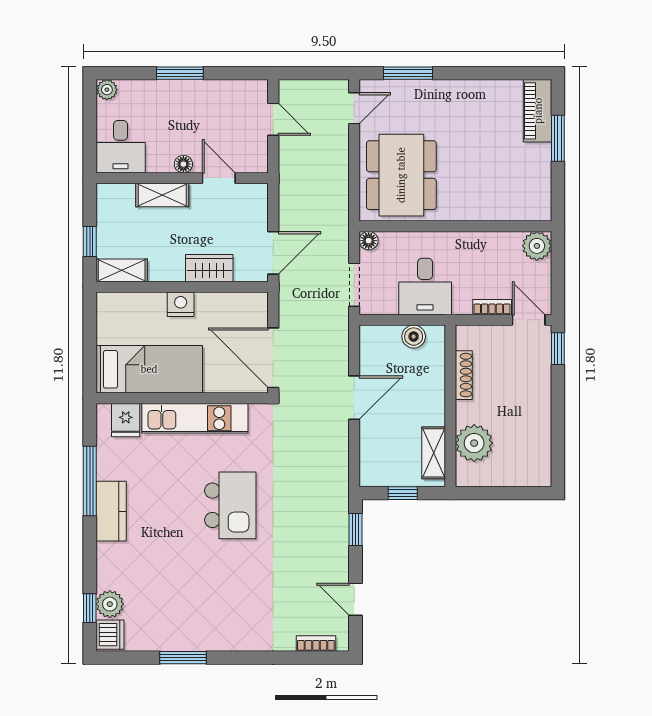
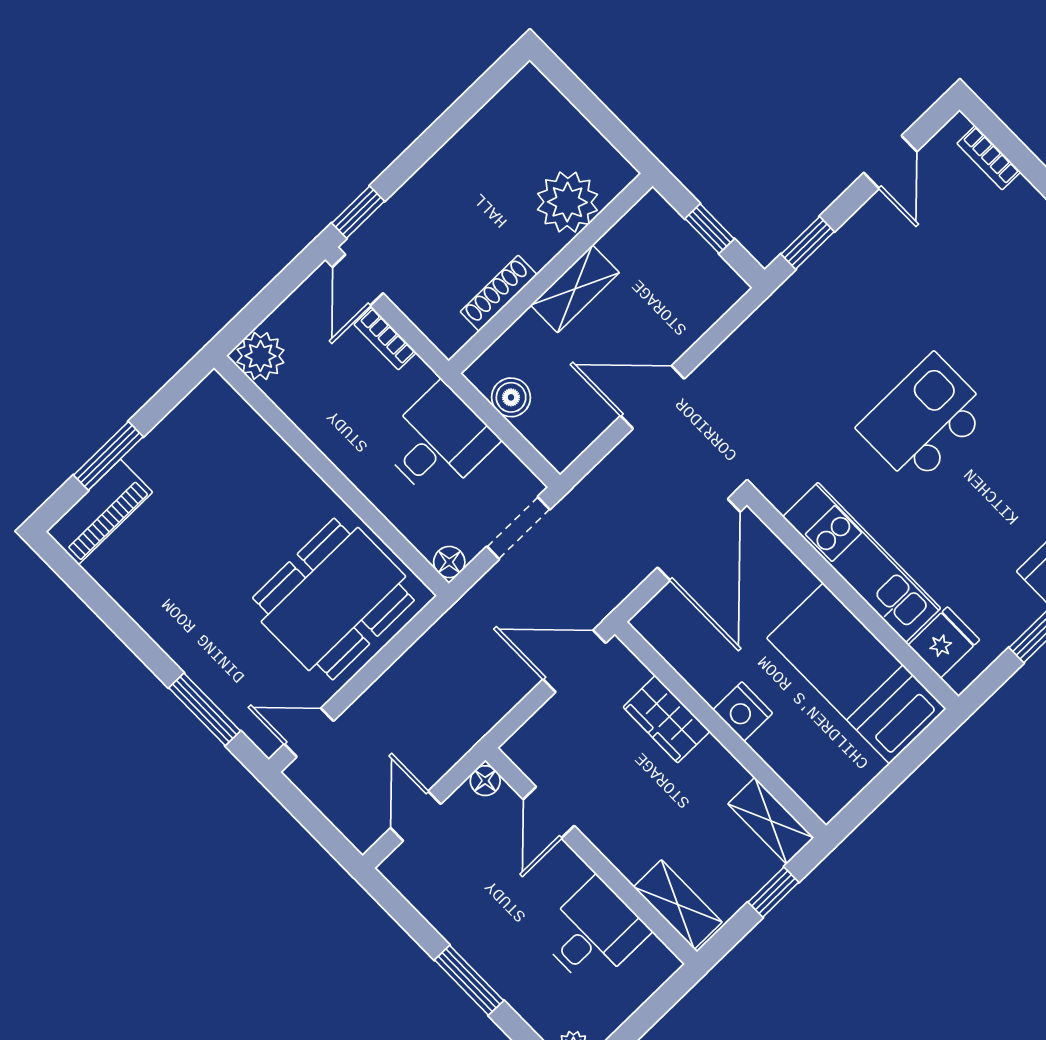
desk: (121, 147) -> (593, 933), moved
floor lamp: (183, 164) -> (485, 781), moved
shelving: (162, 195) -> (678, 905), moved
shelving: (434, 453) -> (575, 289), moved

